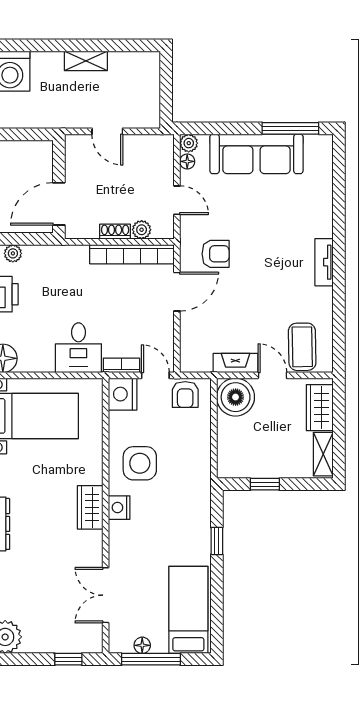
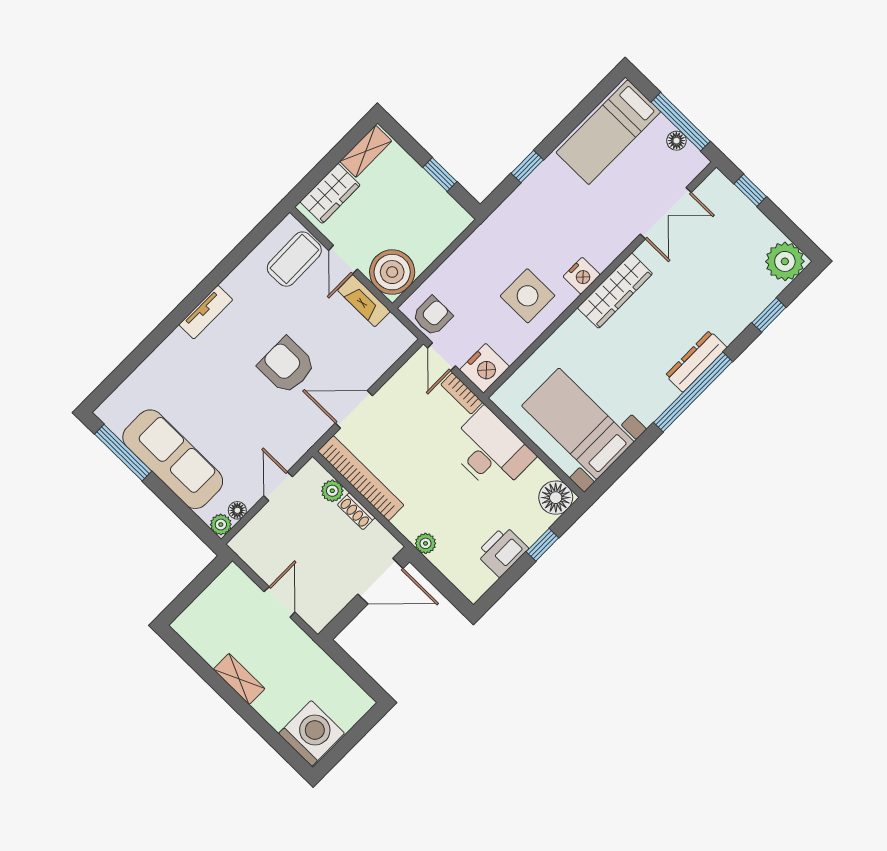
plant: (13, 253) -> (426, 543), moved
armchair: (216, 254) -> (287, 366), moved, width x1.38, depth x1.38
desk: (78, 348) -> (491, 451), width x1.37
wardrobe: (90, 507) -> (615, 291), width x1.50

